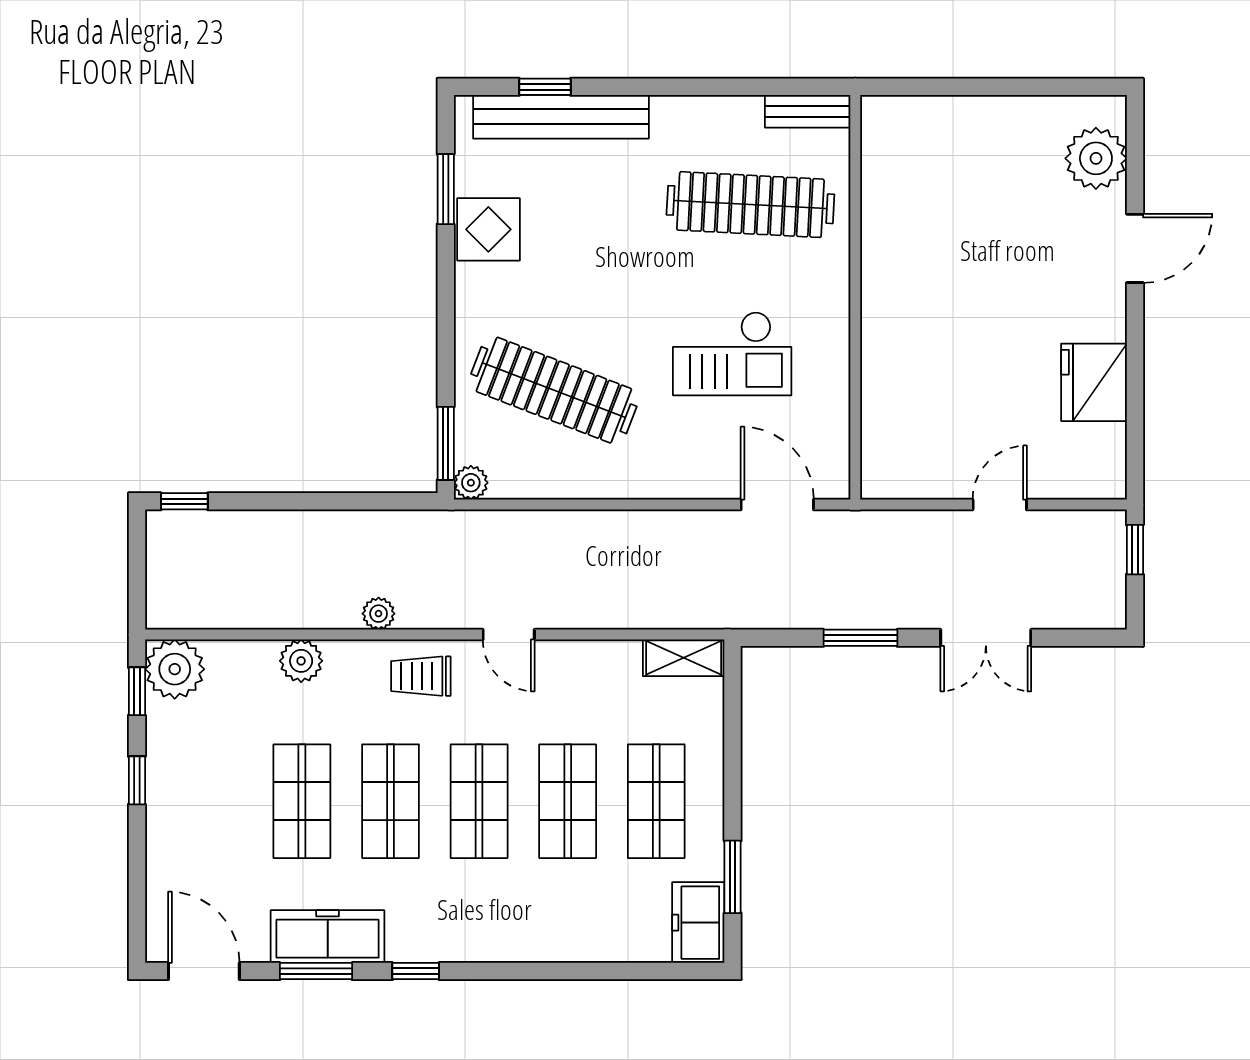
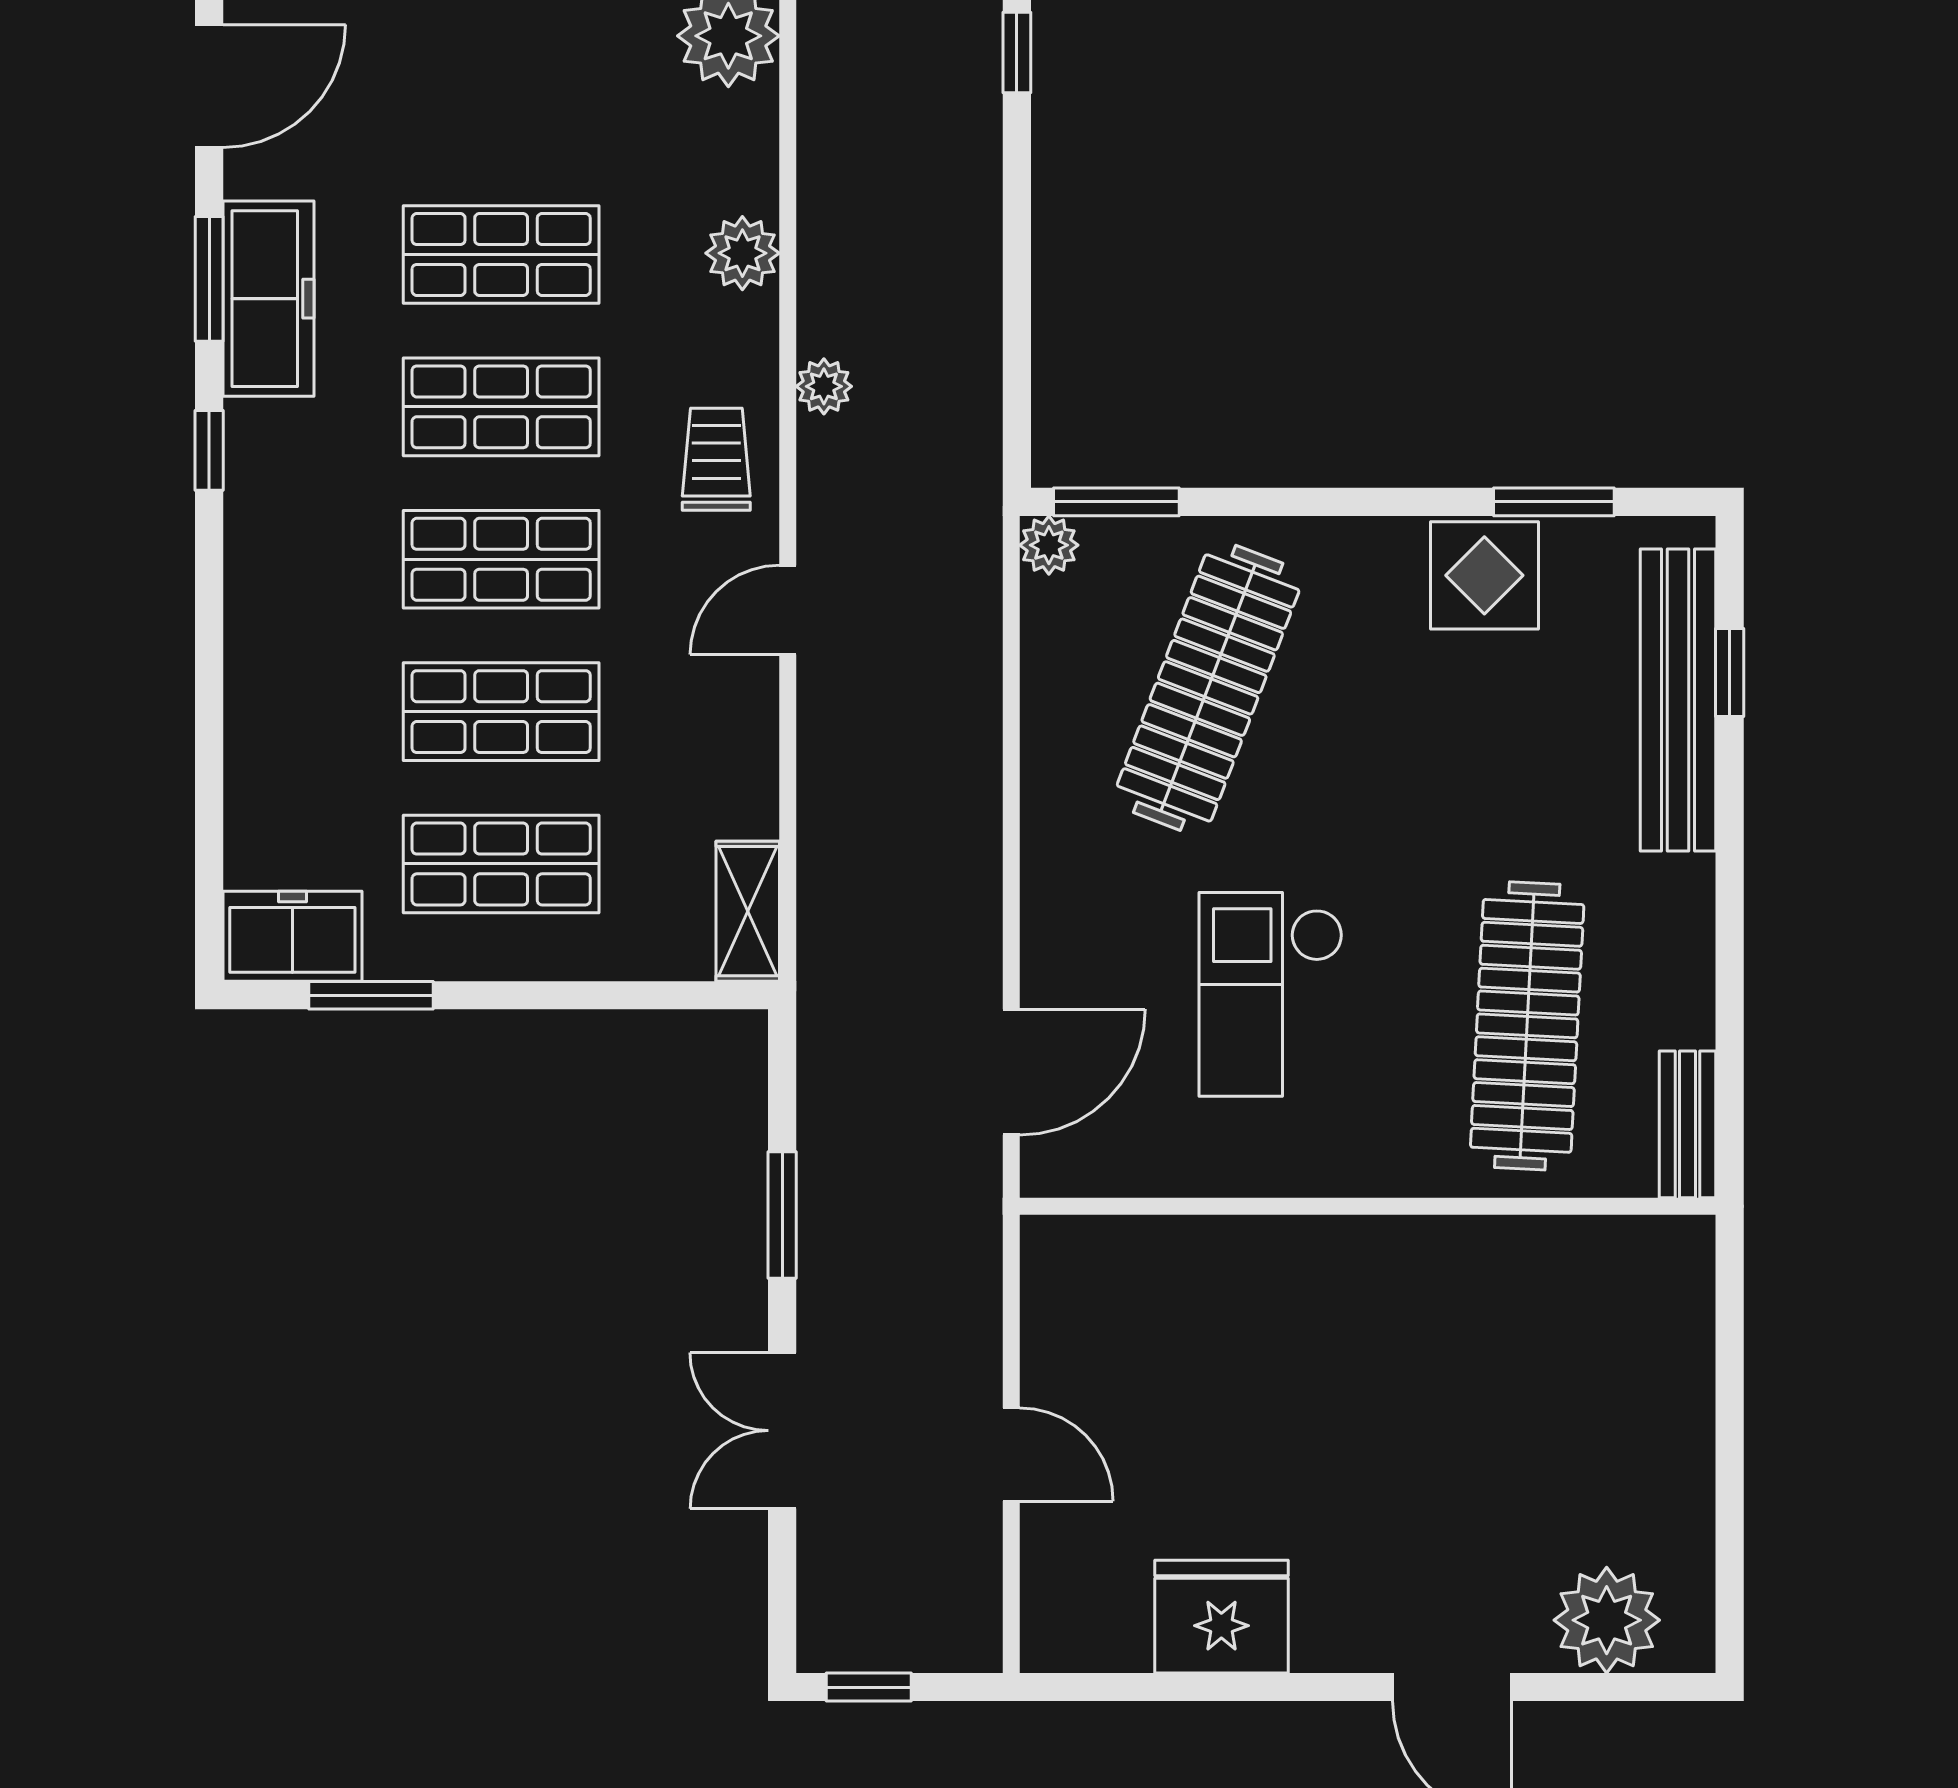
window: (1135, 550) -> (869, 1687), moved

